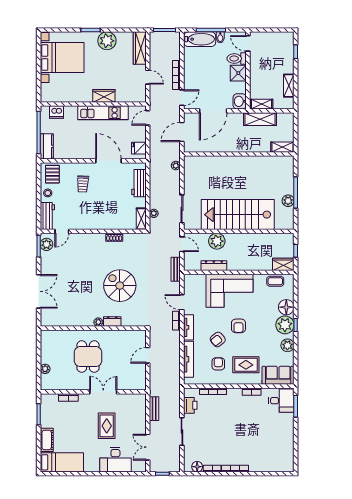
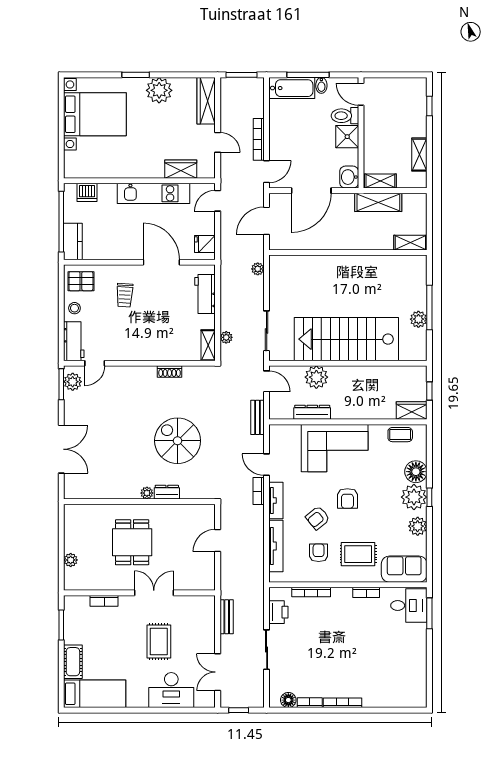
wardrobe: (104, 96) -> (181, 169), moved
pallet: (52, 174) -> (81, 281), turned 90

